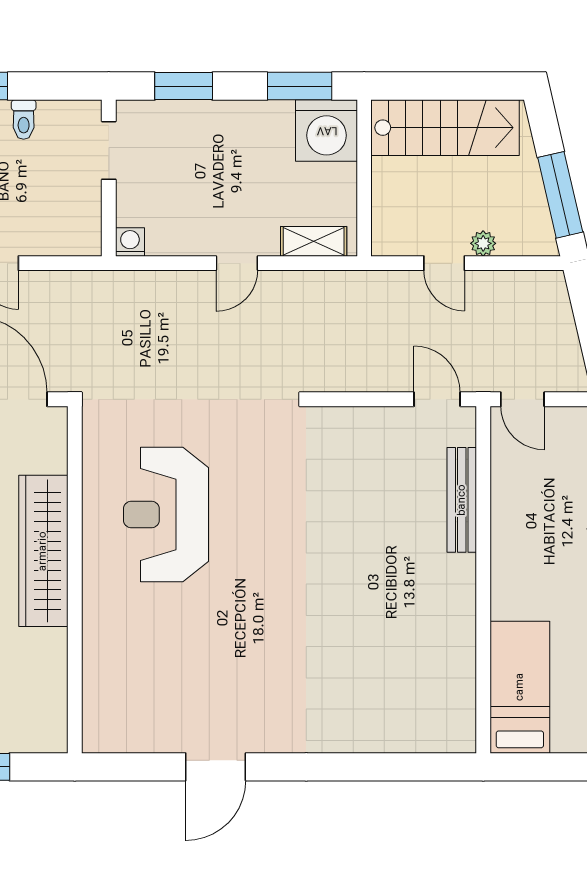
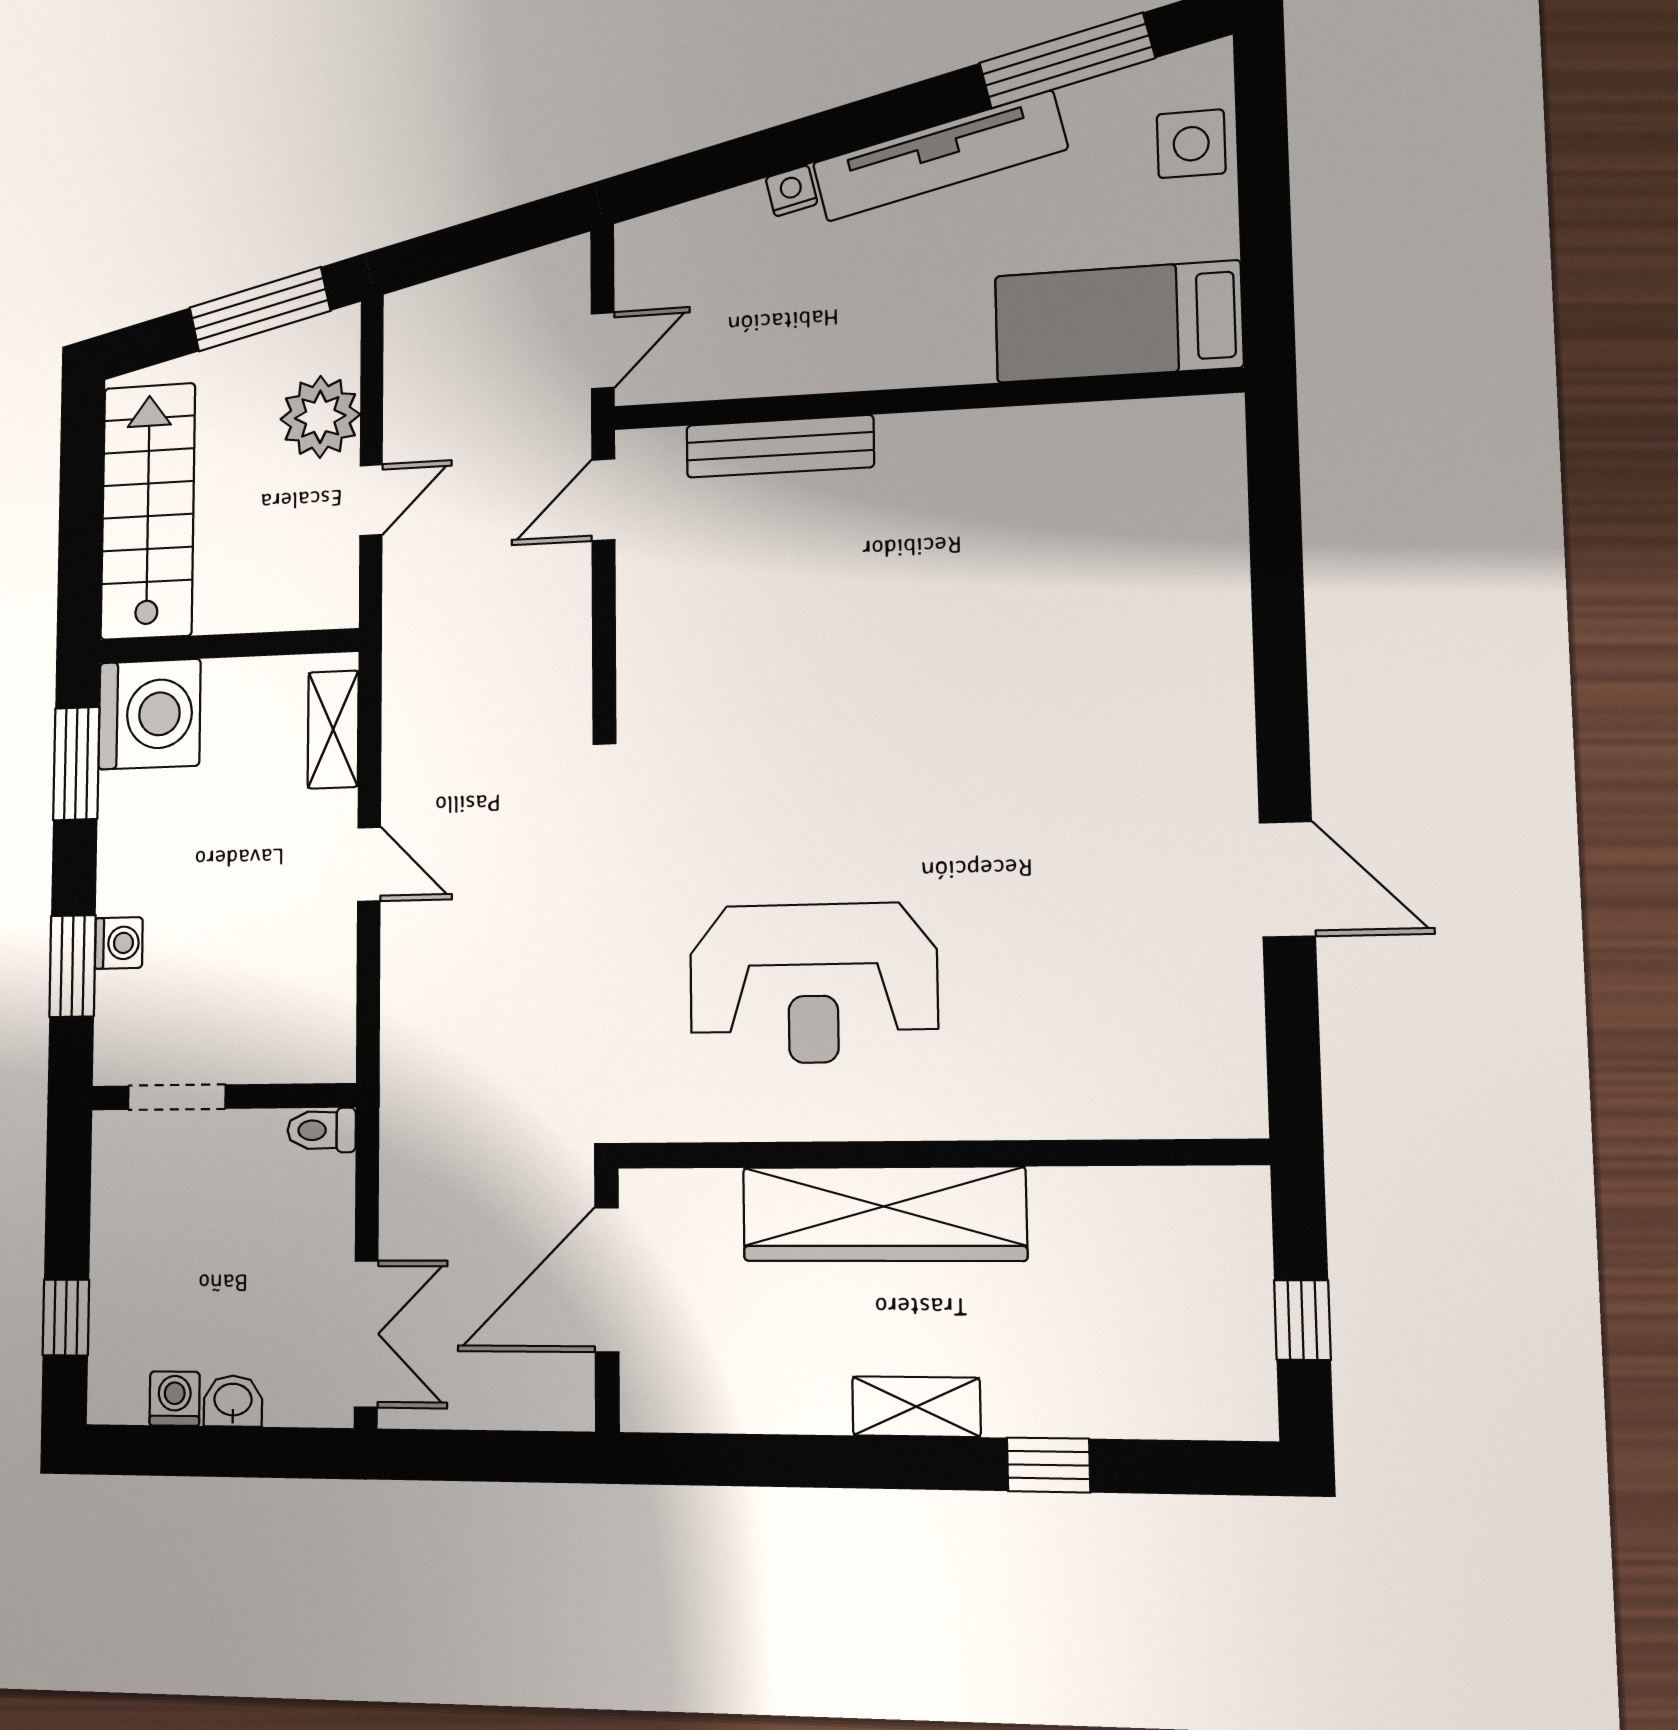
toilet: (24, 120) -> (322, 1130), moved, turned 180
washing machine: (130, 242) -> (119, 943), moved, turned 180
plant: (483, 243) -> (320, 417), width x1.88, depth x1.88

